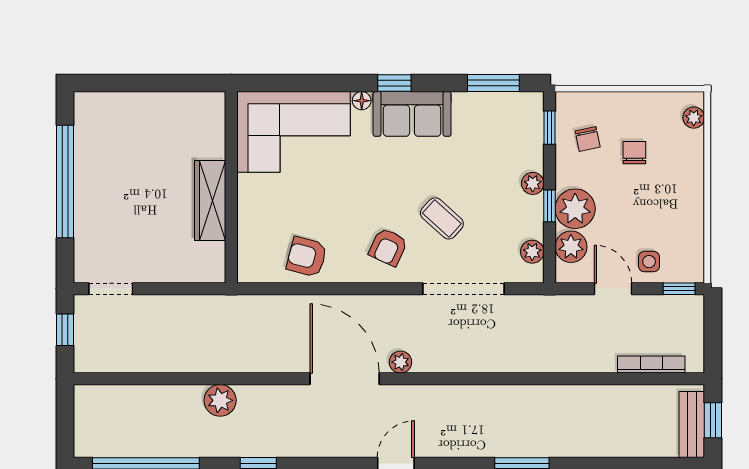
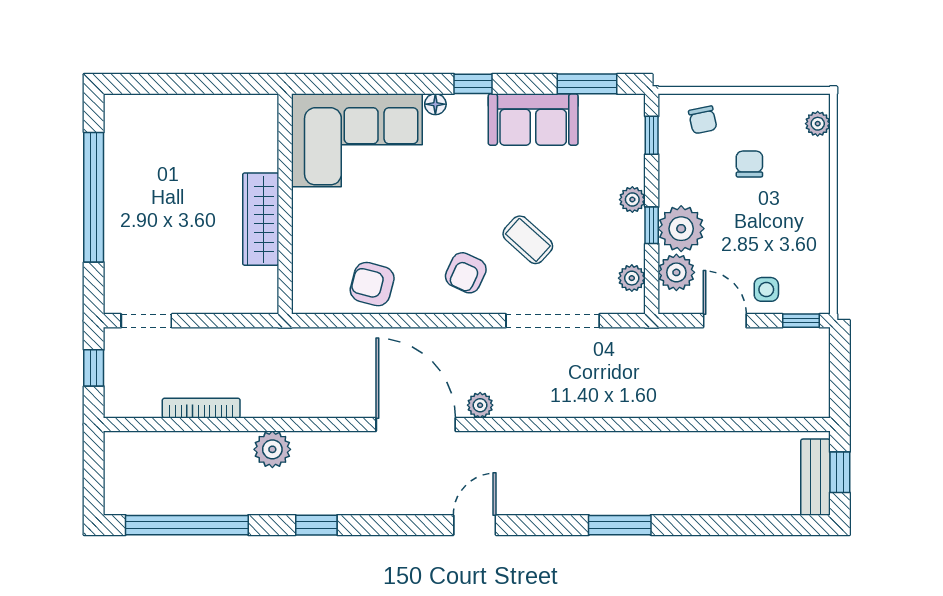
sofa: (412, 114) -> (533, 120), moved
chair: (588, 139) -> (703, 120), moved
bookcase: (651, 365) -> (201, 408), moved

